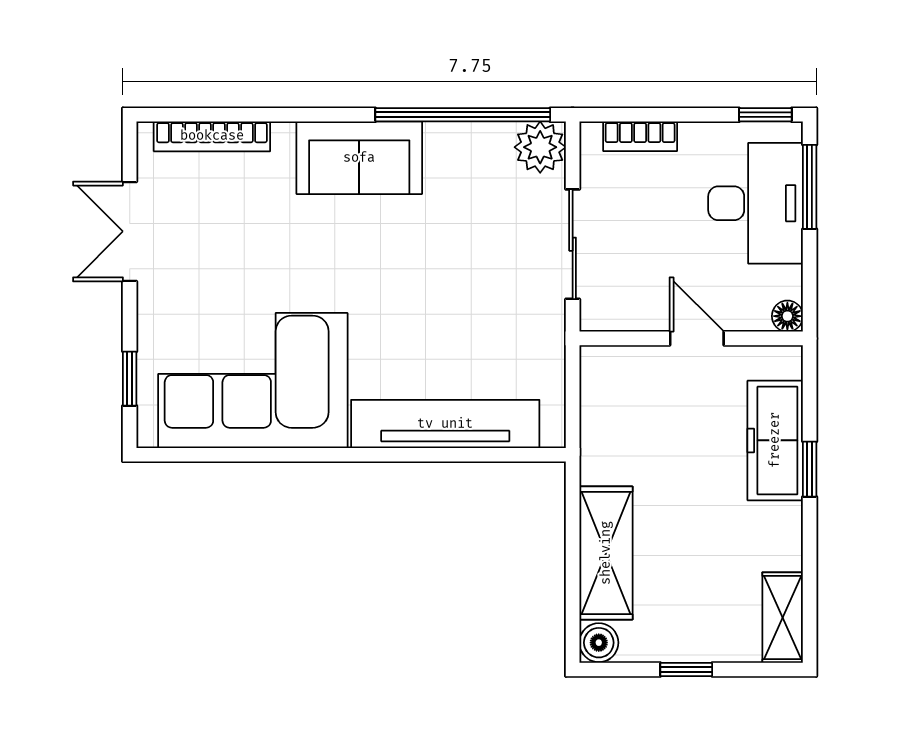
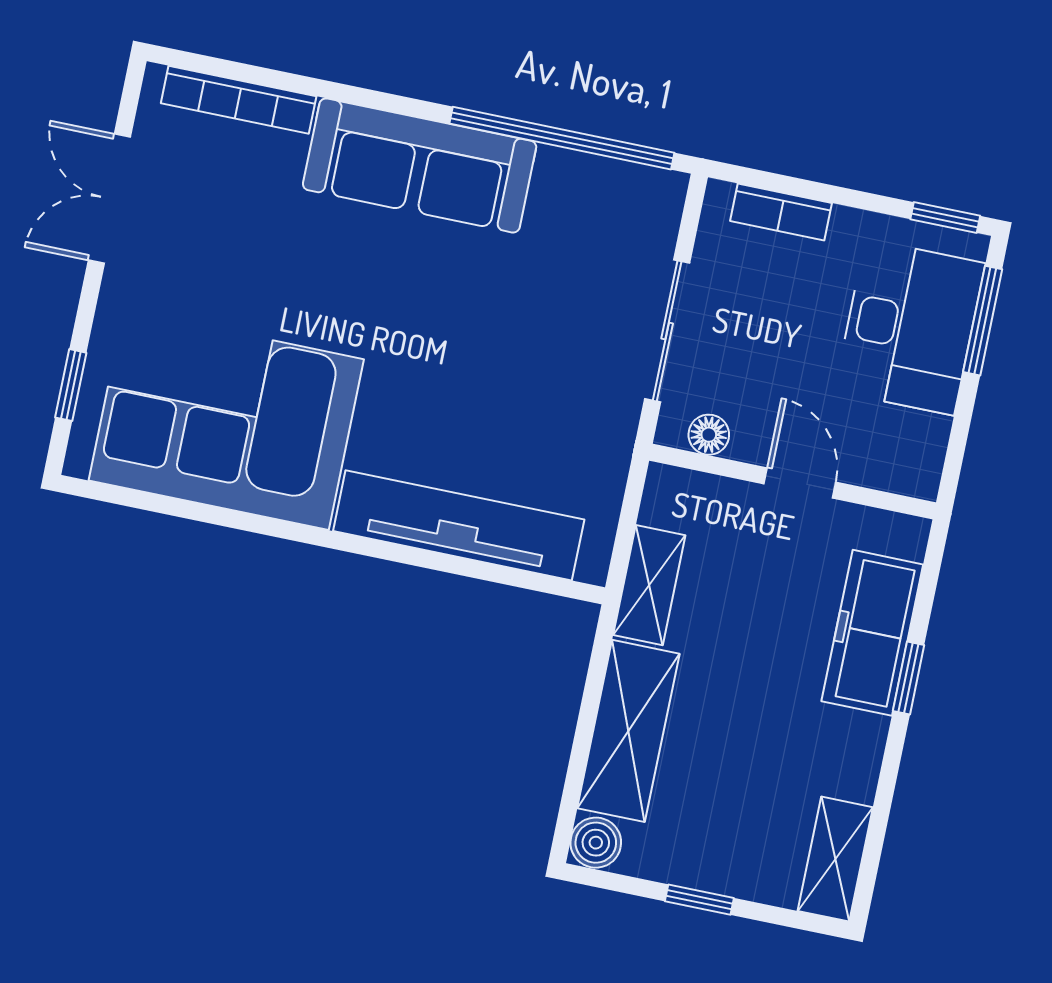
plant: (540, 147) -> (651, 200), removed
sofa: (359, 158) -> (420, 165), width x1.36
floor lamp: (787, 316) -> (709, 435), moved
shelving: (599, 439) -> (649, 585), added

